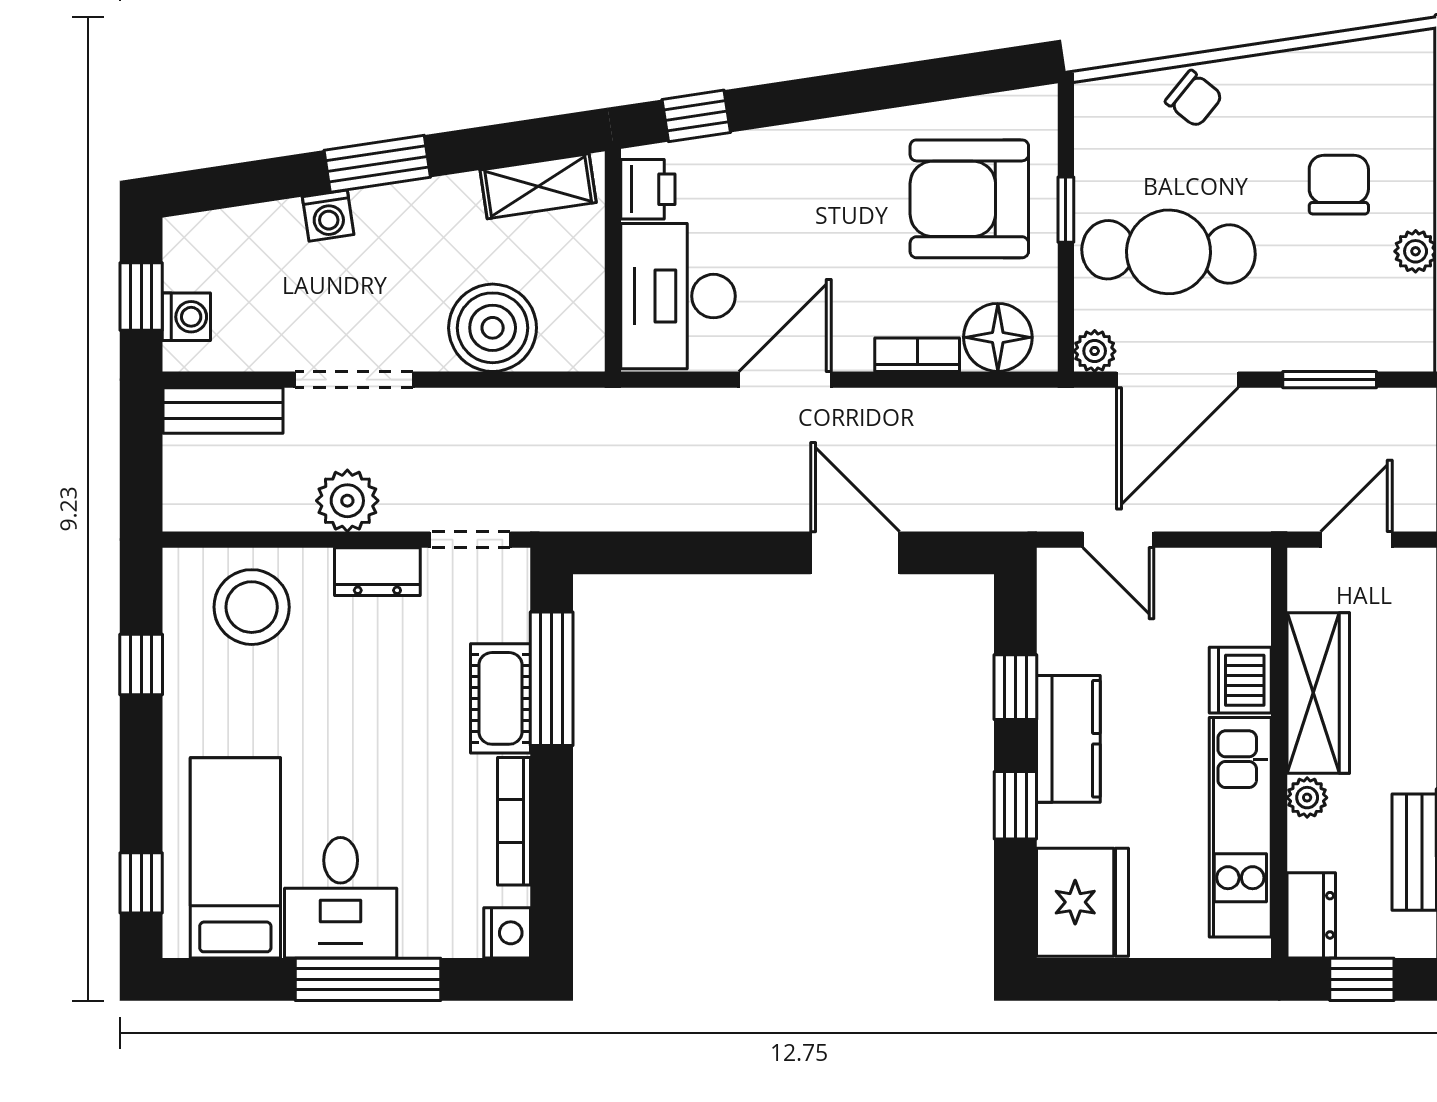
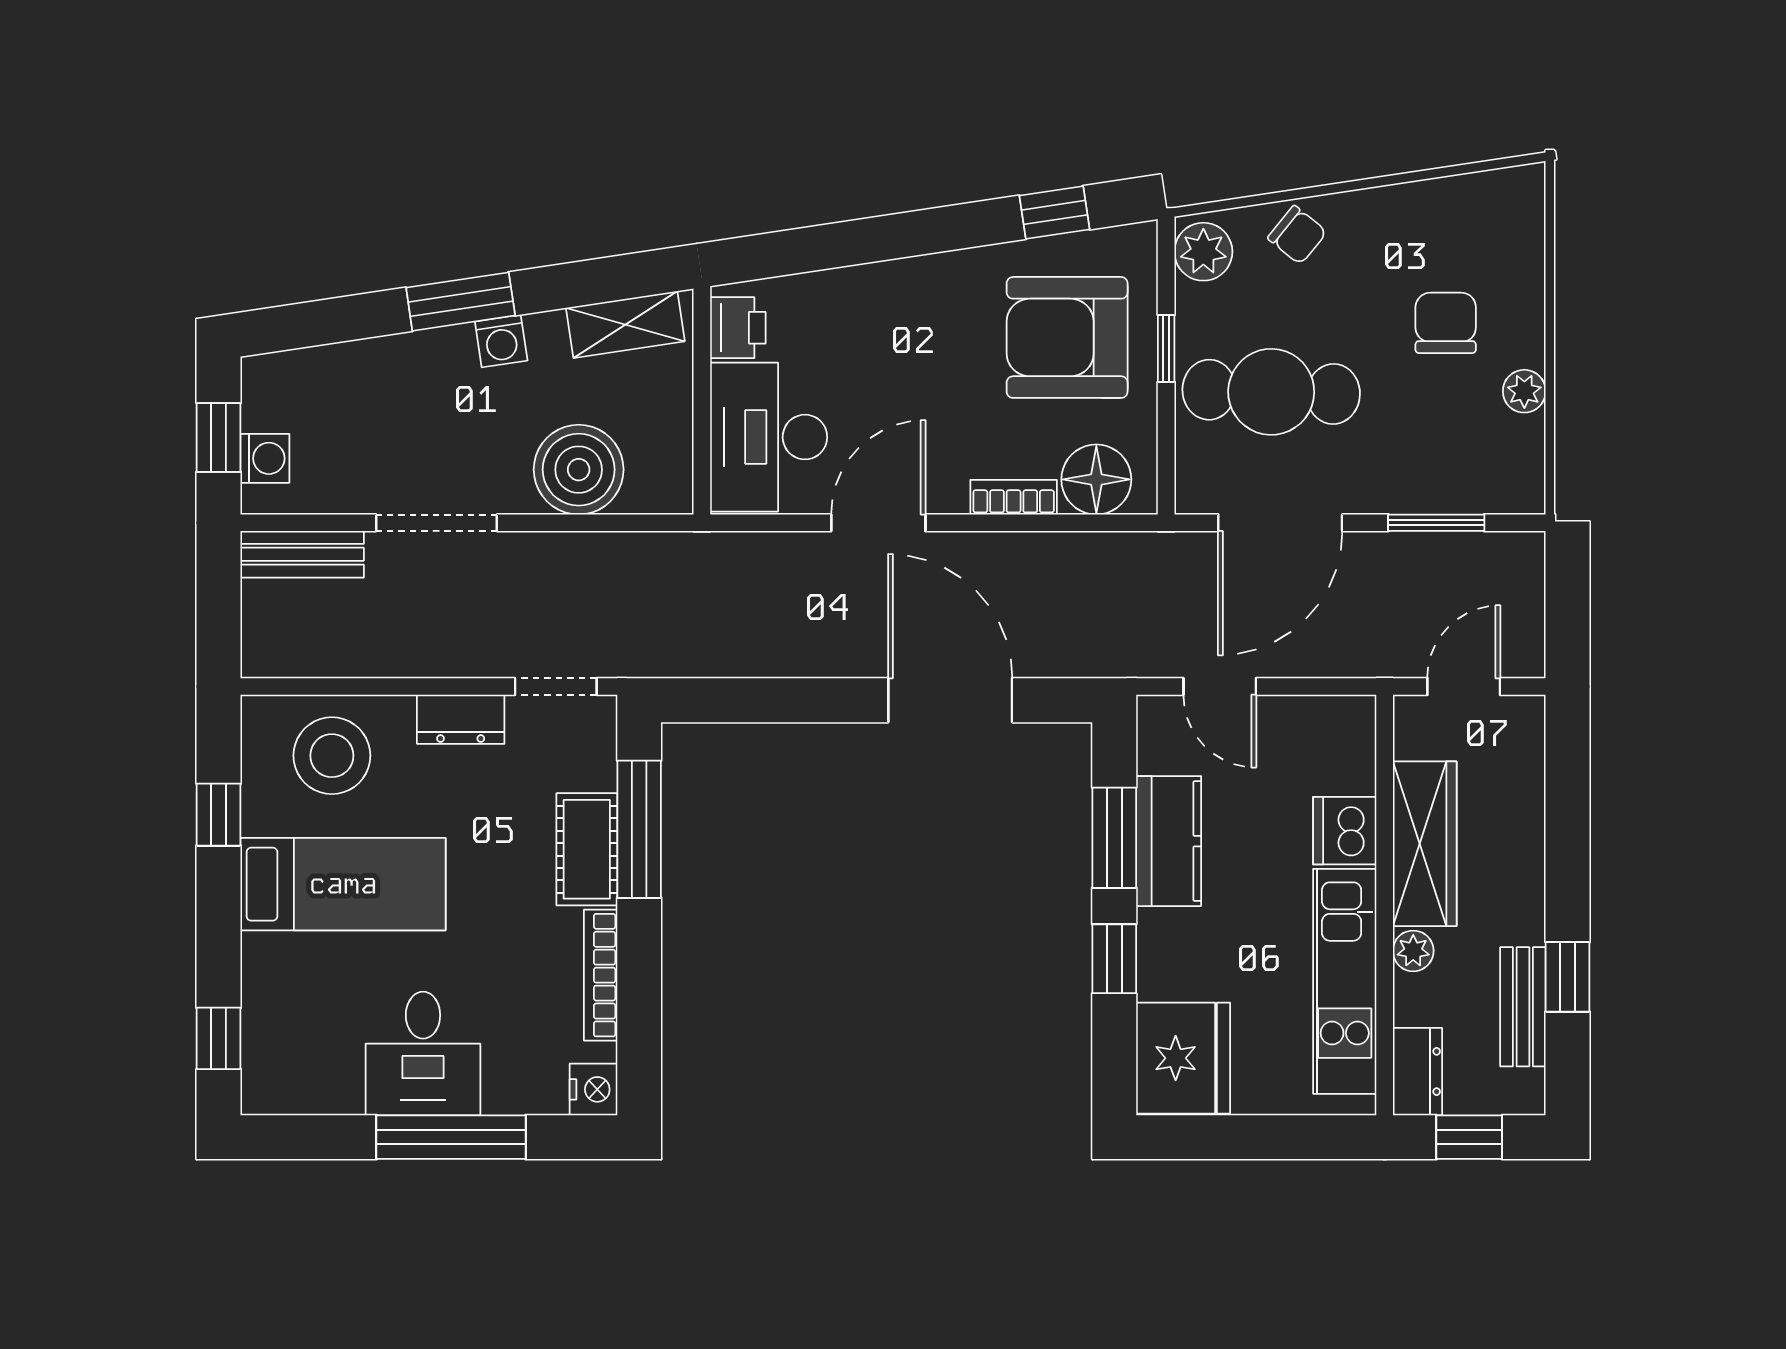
window: (696, 116) -> (1054, 212), moved
washing machine: (328, 216) -> (501, 341), moved
plant: (1095, 351) -> (1203, 252), moved, width x1.38, depth x1.38
plant: (347, 501) -> (430, 647), removed
door: (855, 553) -> (950, 700), width x1.36
window: (1015, 687) -> (1114, 838), width x1.50
kitchen counter: (1068, 739) -> (1169, 841), moved
bed: (235, 858) -> (343, 884), moved, turned 90

